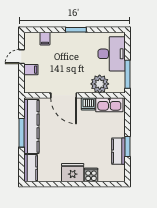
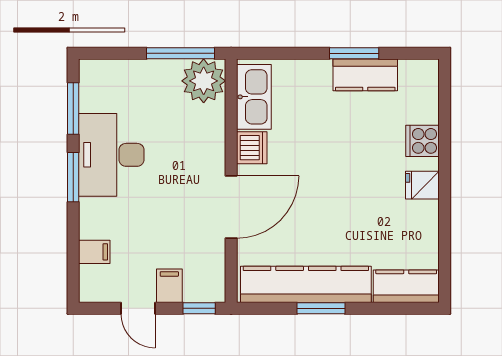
window: (104, 30) -> (73, 109), added
desk: (112, 54) -> (111, 155), moved, turned -90
window: (21, 82) -> (199, 308), added
plant: (100, 84) -> (204, 81), moved
window: (21, 133) -> (321, 308), width x0.69
fridge: (73, 173) -> (422, 185), width x0.53, depth x0.75

